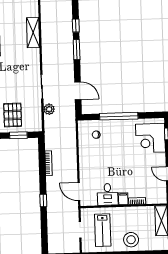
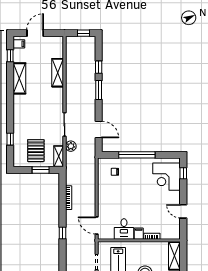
shelving: (37, 120) -> (59, 156), added

